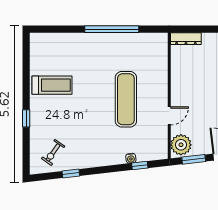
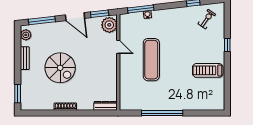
door: (169, 116) -> (118, 47), swing flipped
window: (140, 166) -> (141, 9), width x2.17

